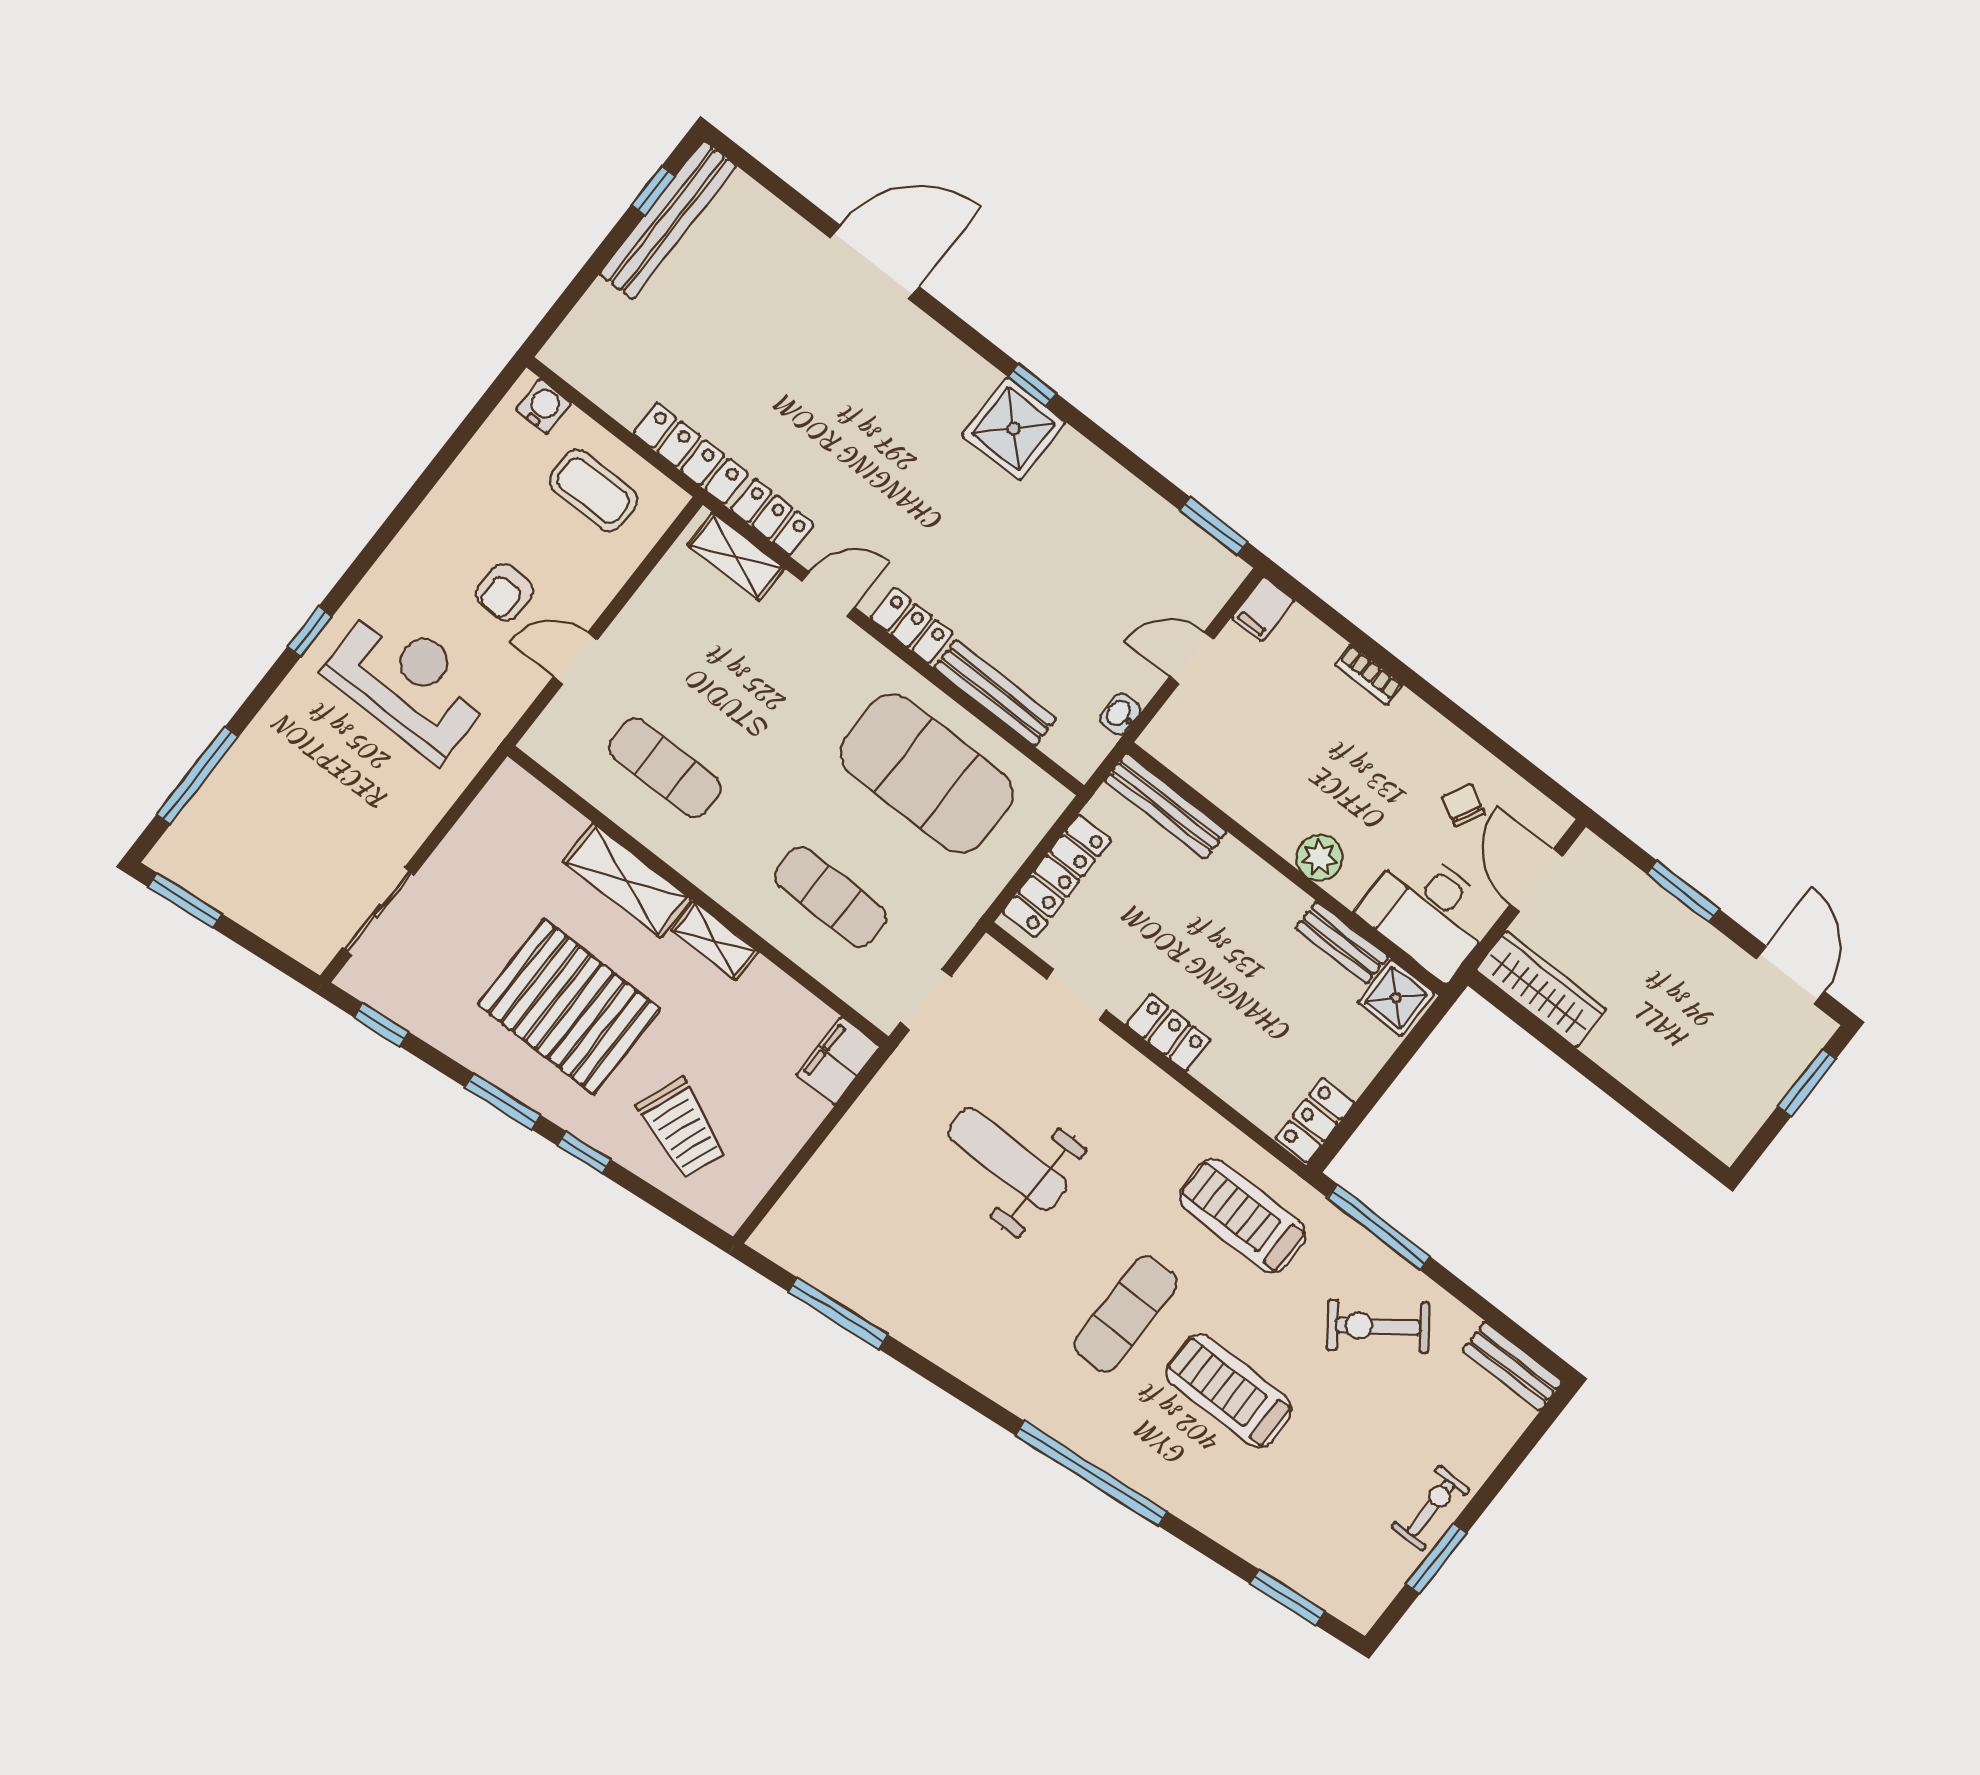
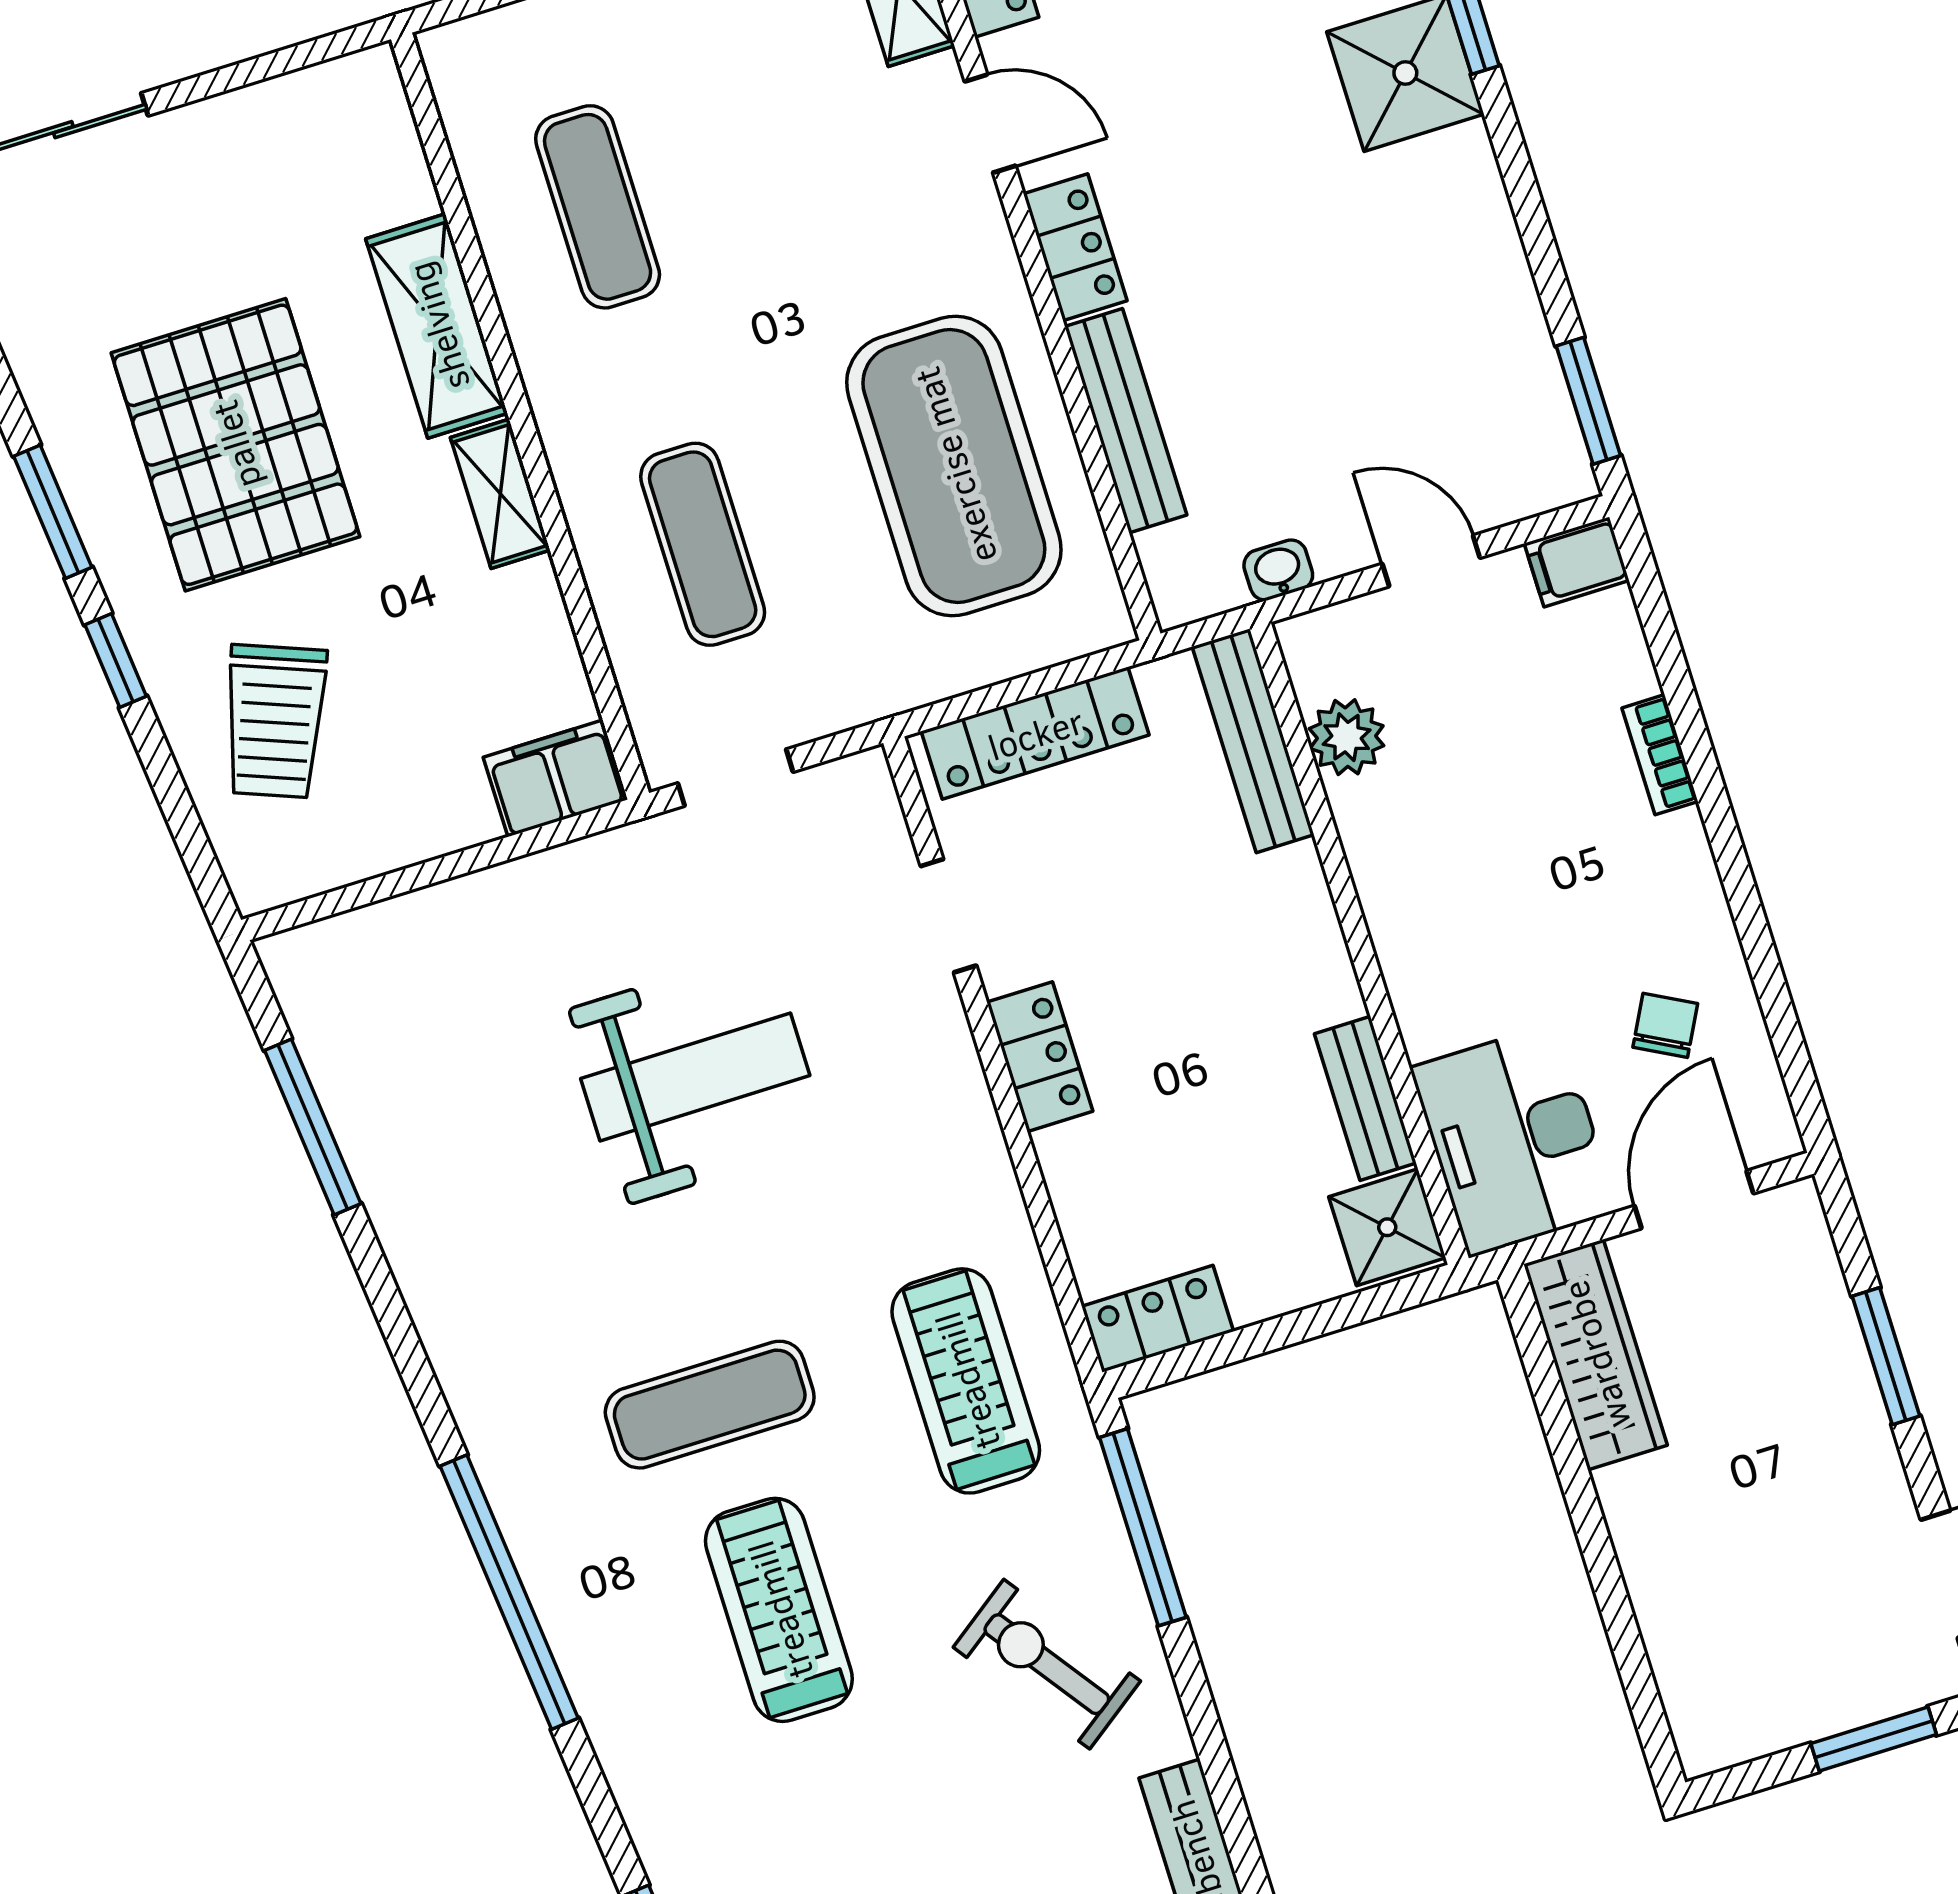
plant: (1319, 858) -> (1347, 737), moved
weight bench: (1008, 1159) -> (695, 1077), turned 90

